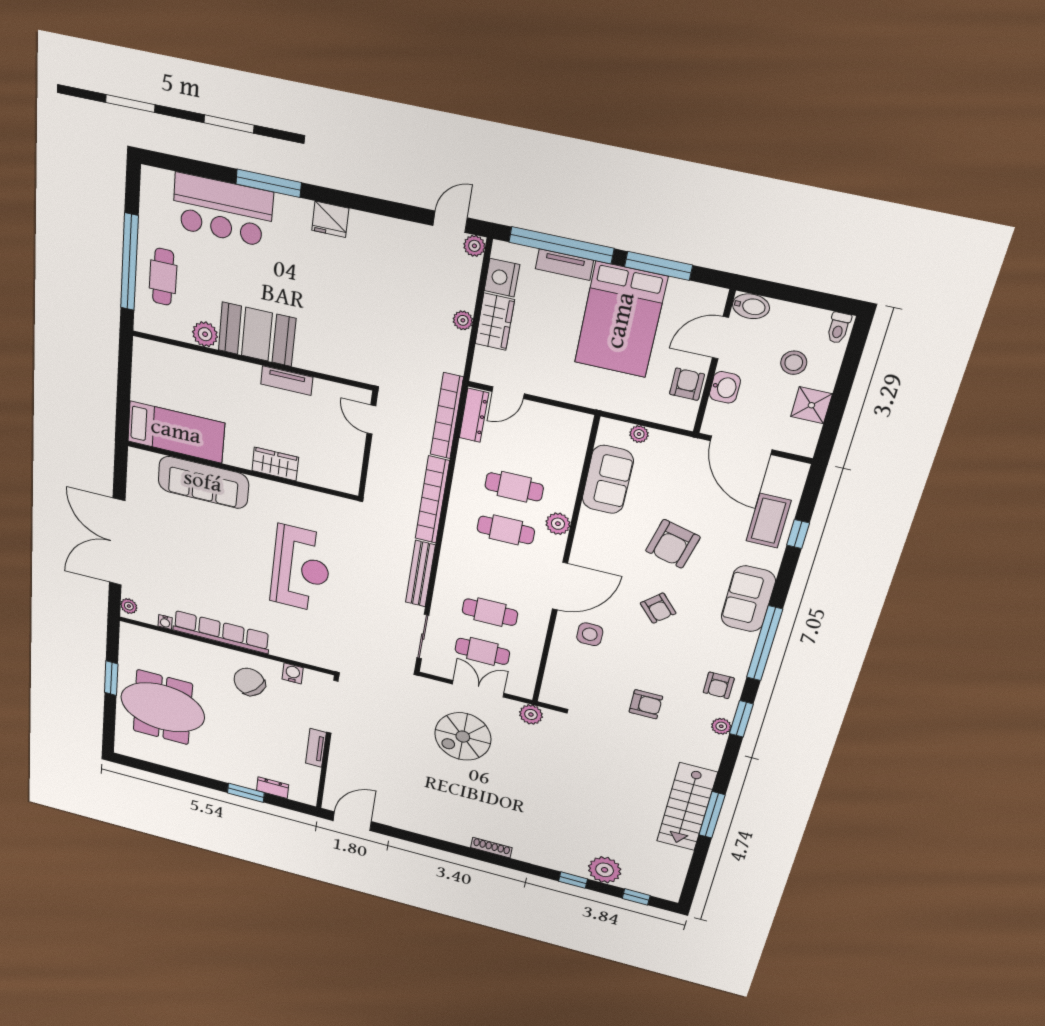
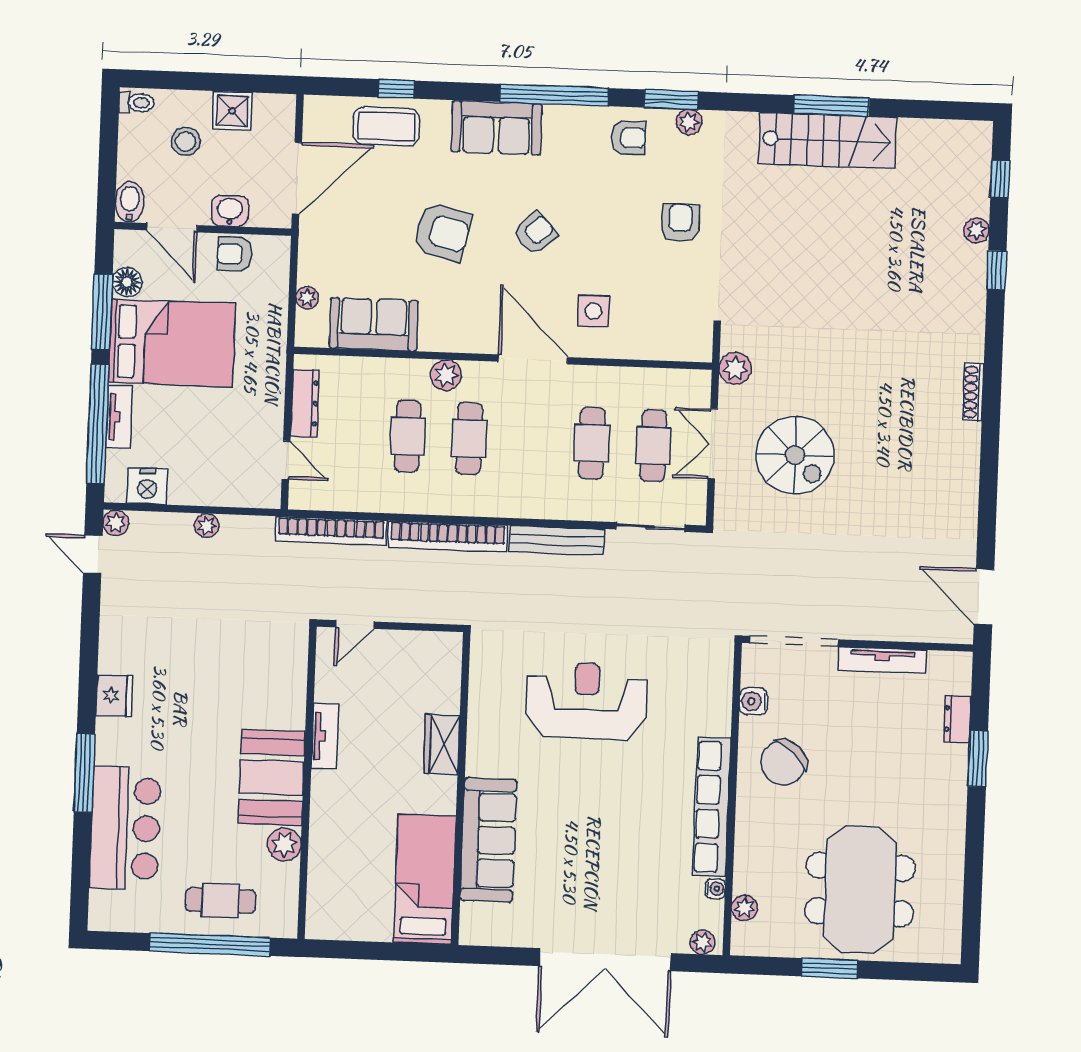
floor lamp: (681, 292) -> (127, 282), added
wardrobe: (495, 322) -> (201, 488), removed
dresser: (474, 415) -> (305, 403), moved, turned 90
plant: (152, 637) -> (744, 908), added
tv unit: (316, 748) -> (882, 660), width x1.41
plant: (605, 870) -> (977, 230), width x0.53, depth x0.53

